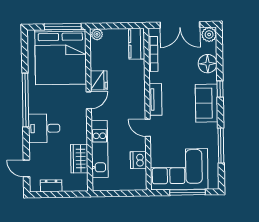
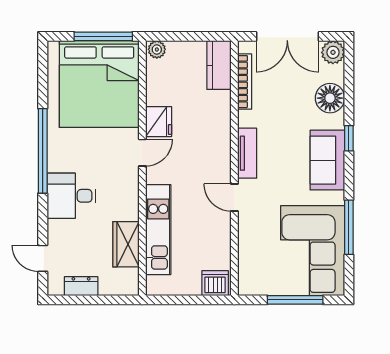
dishwasher: (138, 160) -> (215, 283), moved, turned 90
corner sofa: (179, 169) -> (313, 251), moved, turned -90

